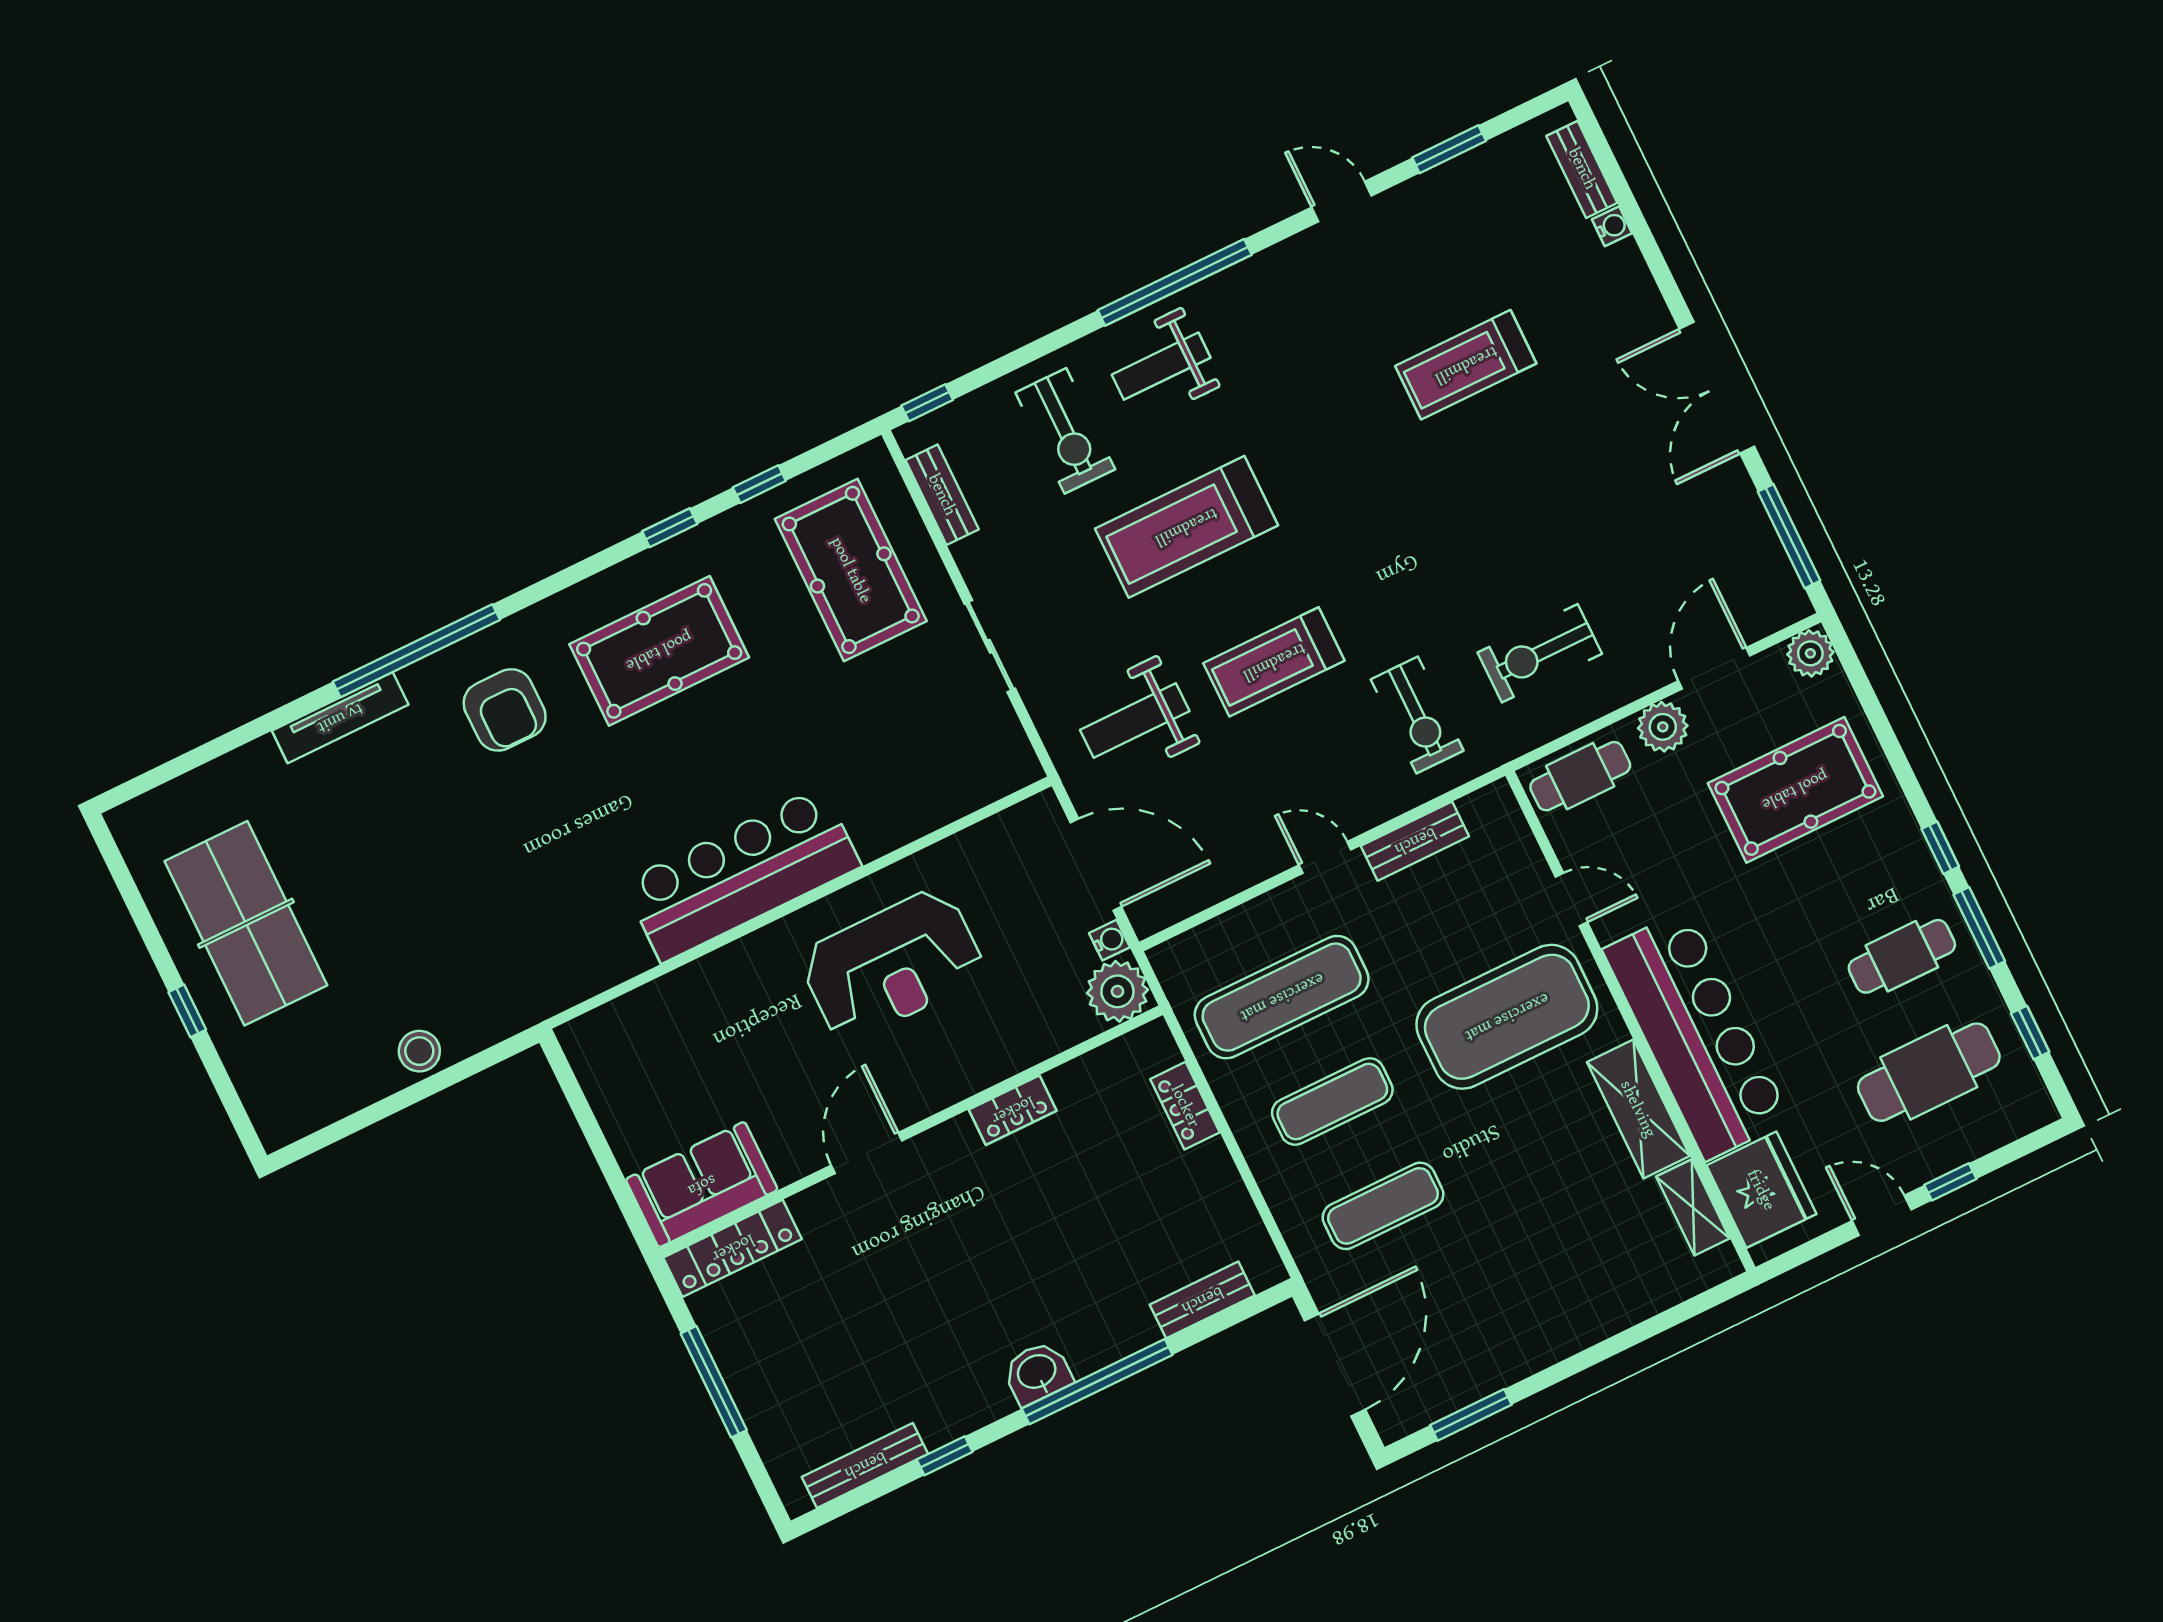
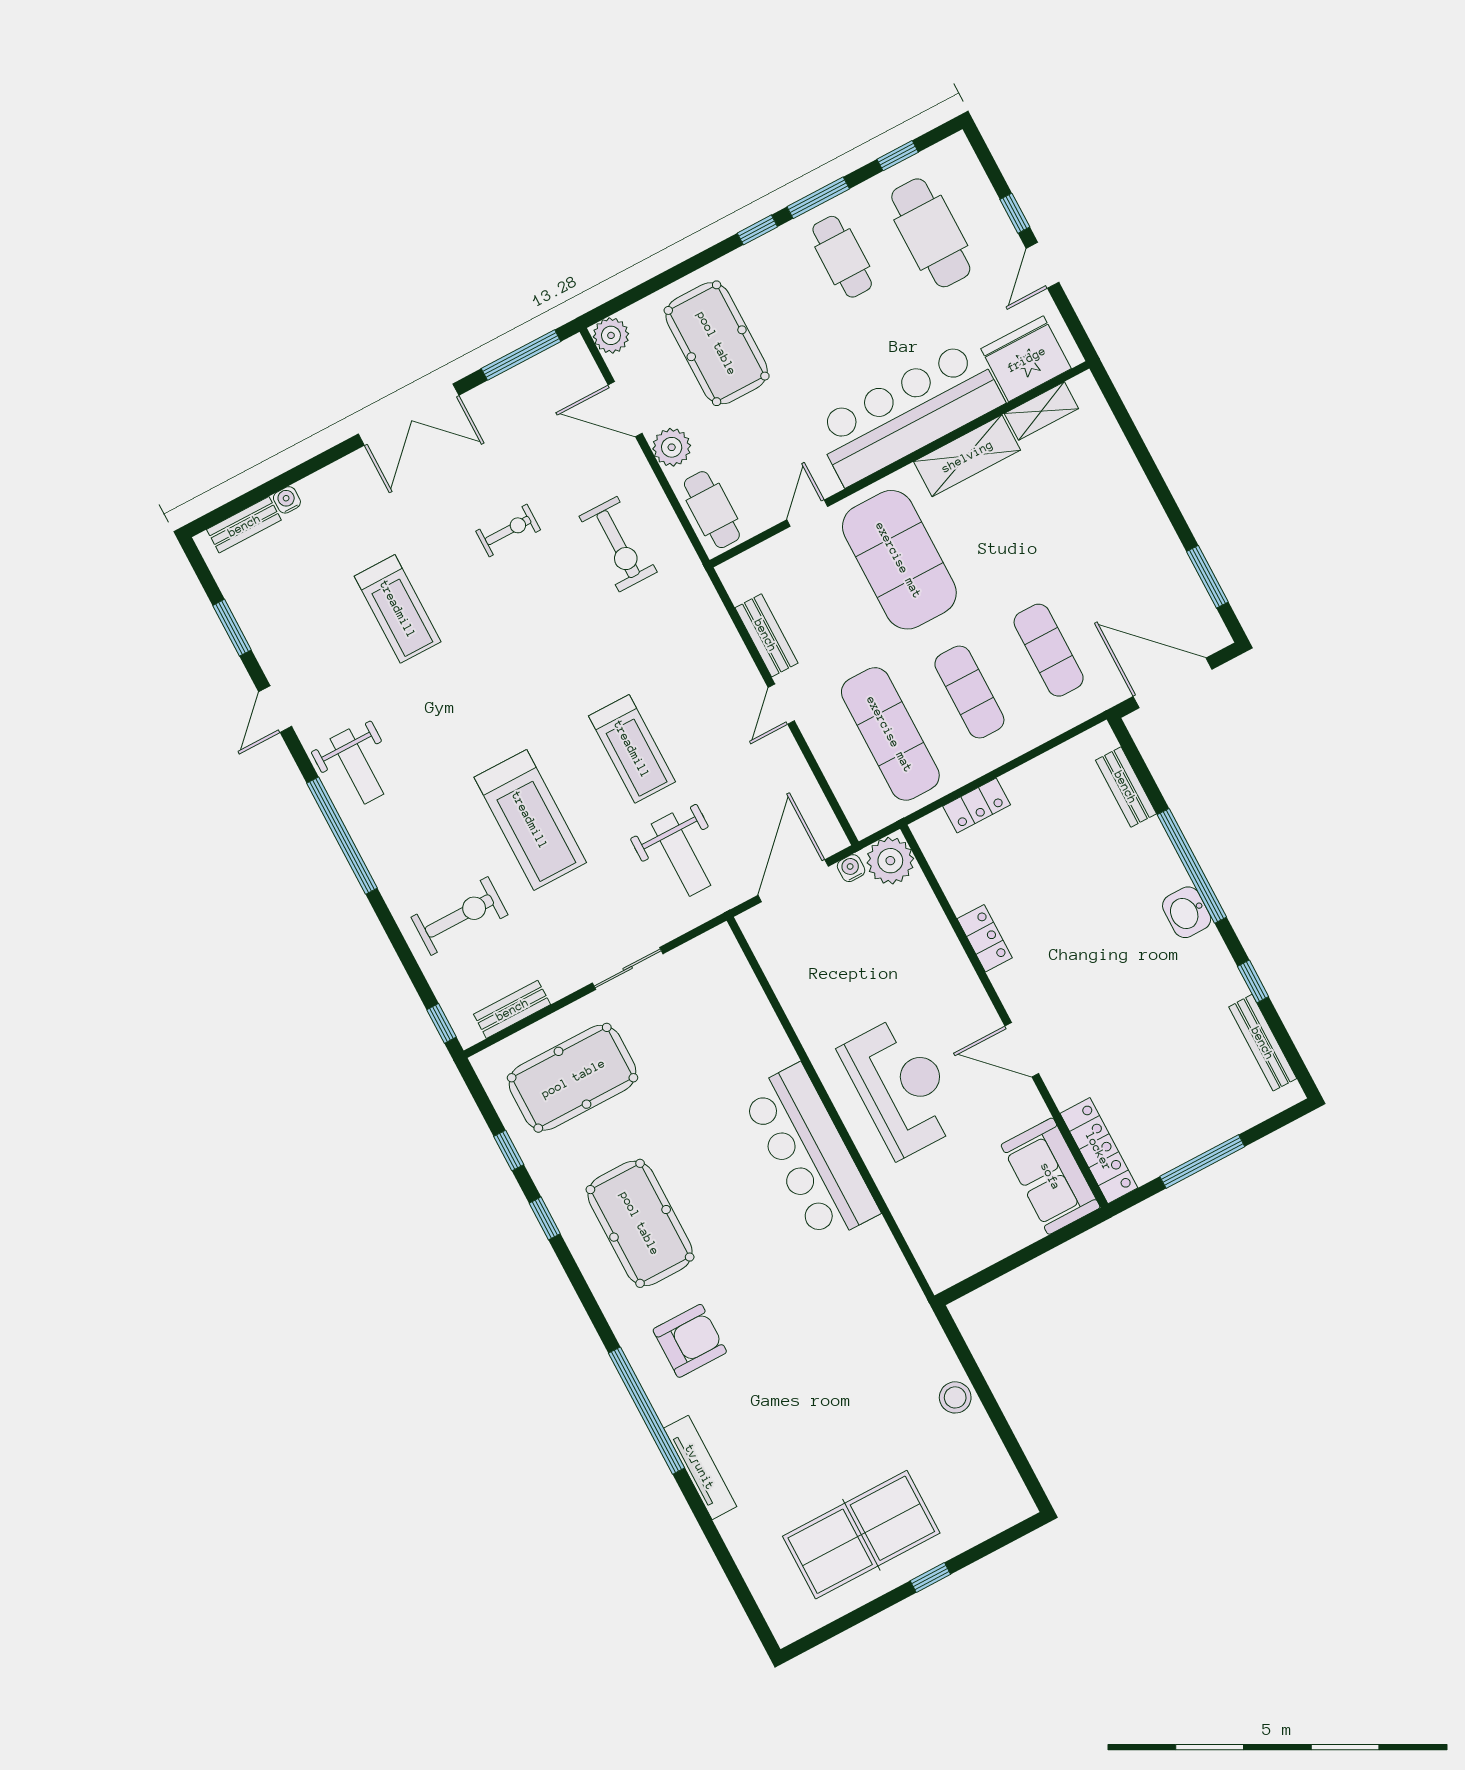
weight bench: (1161, 366) -> (357, 766), moved
exercise bike: (1417, 715) -> (508, 531), moved, width x0.73, depth x0.72
reception desk: (892, 965) -> (901, 1087), moved

